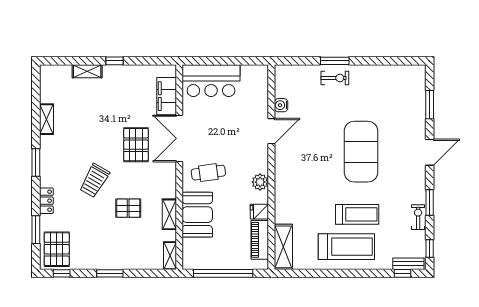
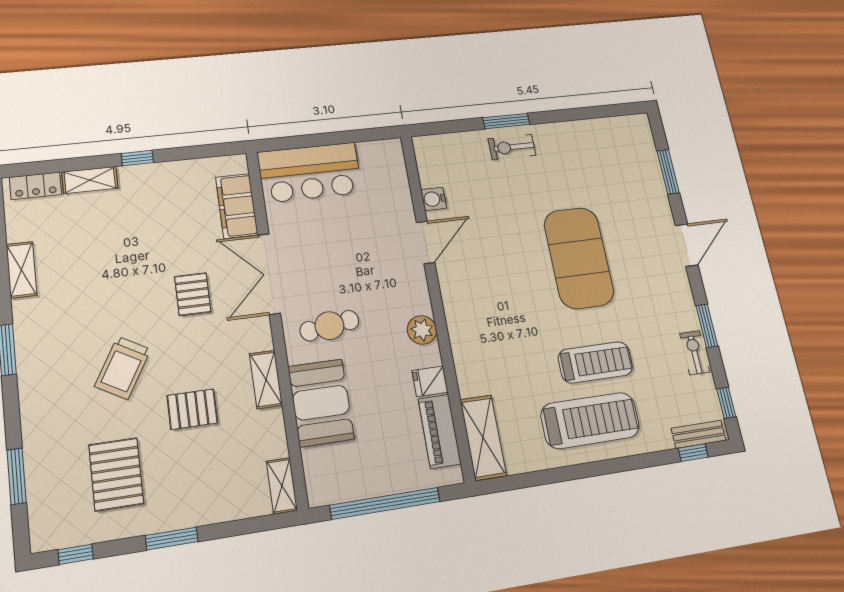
exercise bike: (335, 78) -> (512, 147), turned 180
pallet: (136, 145) -> (193, 294), width x0.67, depth x0.71
locker: (46, 201) -> (36, 186), moved, turned 90
shelving: (169, 214) -> (266, 379), moved
pallet: (57, 249) -> (116, 474), moved

